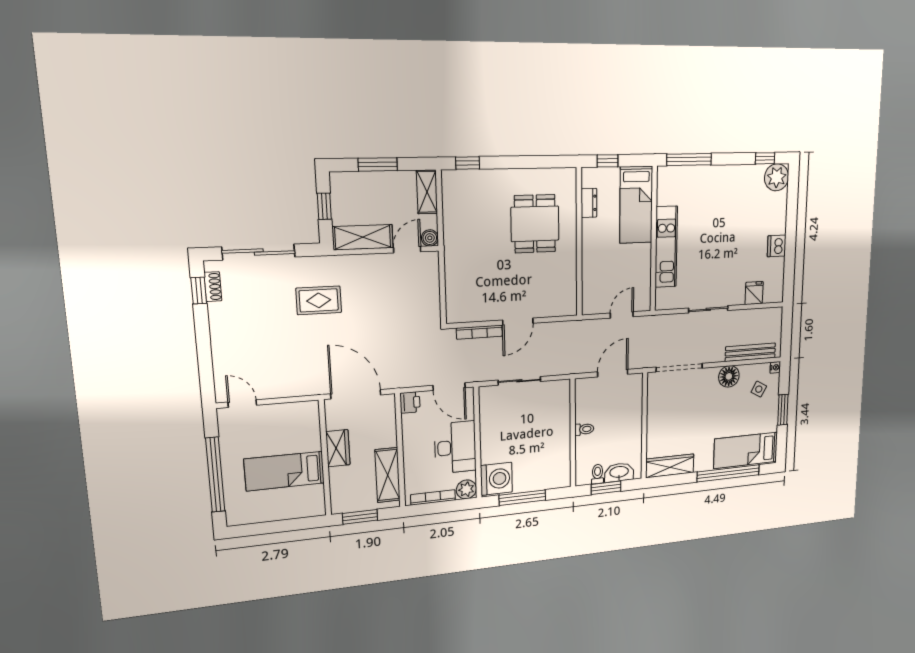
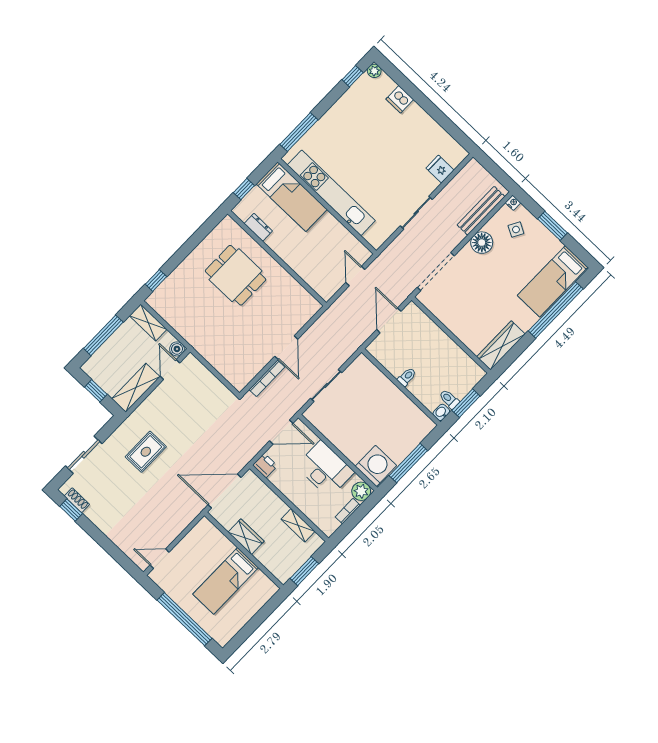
window: (378, 164) -> (103, 335), width x1.44
plant: (777, 177) -> (374, 71), width x0.53, depth x0.53
dishwasher: (777, 246) -> (400, 99), moved
kitchen unit: (666, 247) -> (331, 193), width x1.36
sliding door: (259, 252) -> (84, 455), width x0.73
washbasin: (619, 472) -> (441, 412), moved, width x0.52, depth x0.69
shelving: (388, 475) -> (298, 525), width x0.67, depth x0.75
bookcase: (433, 497) -> (348, 511), width x0.64

